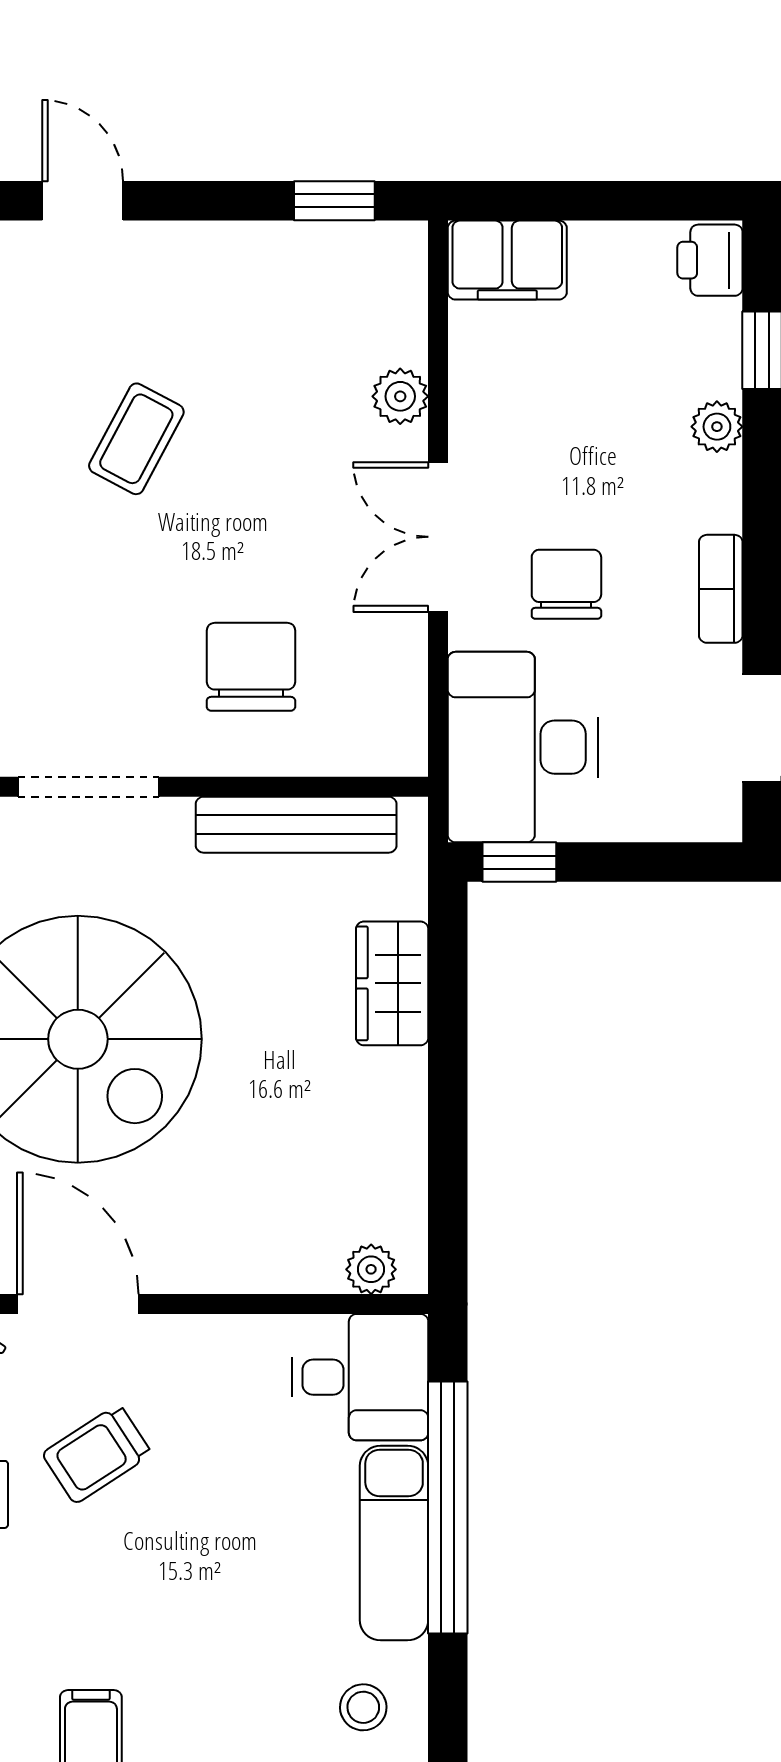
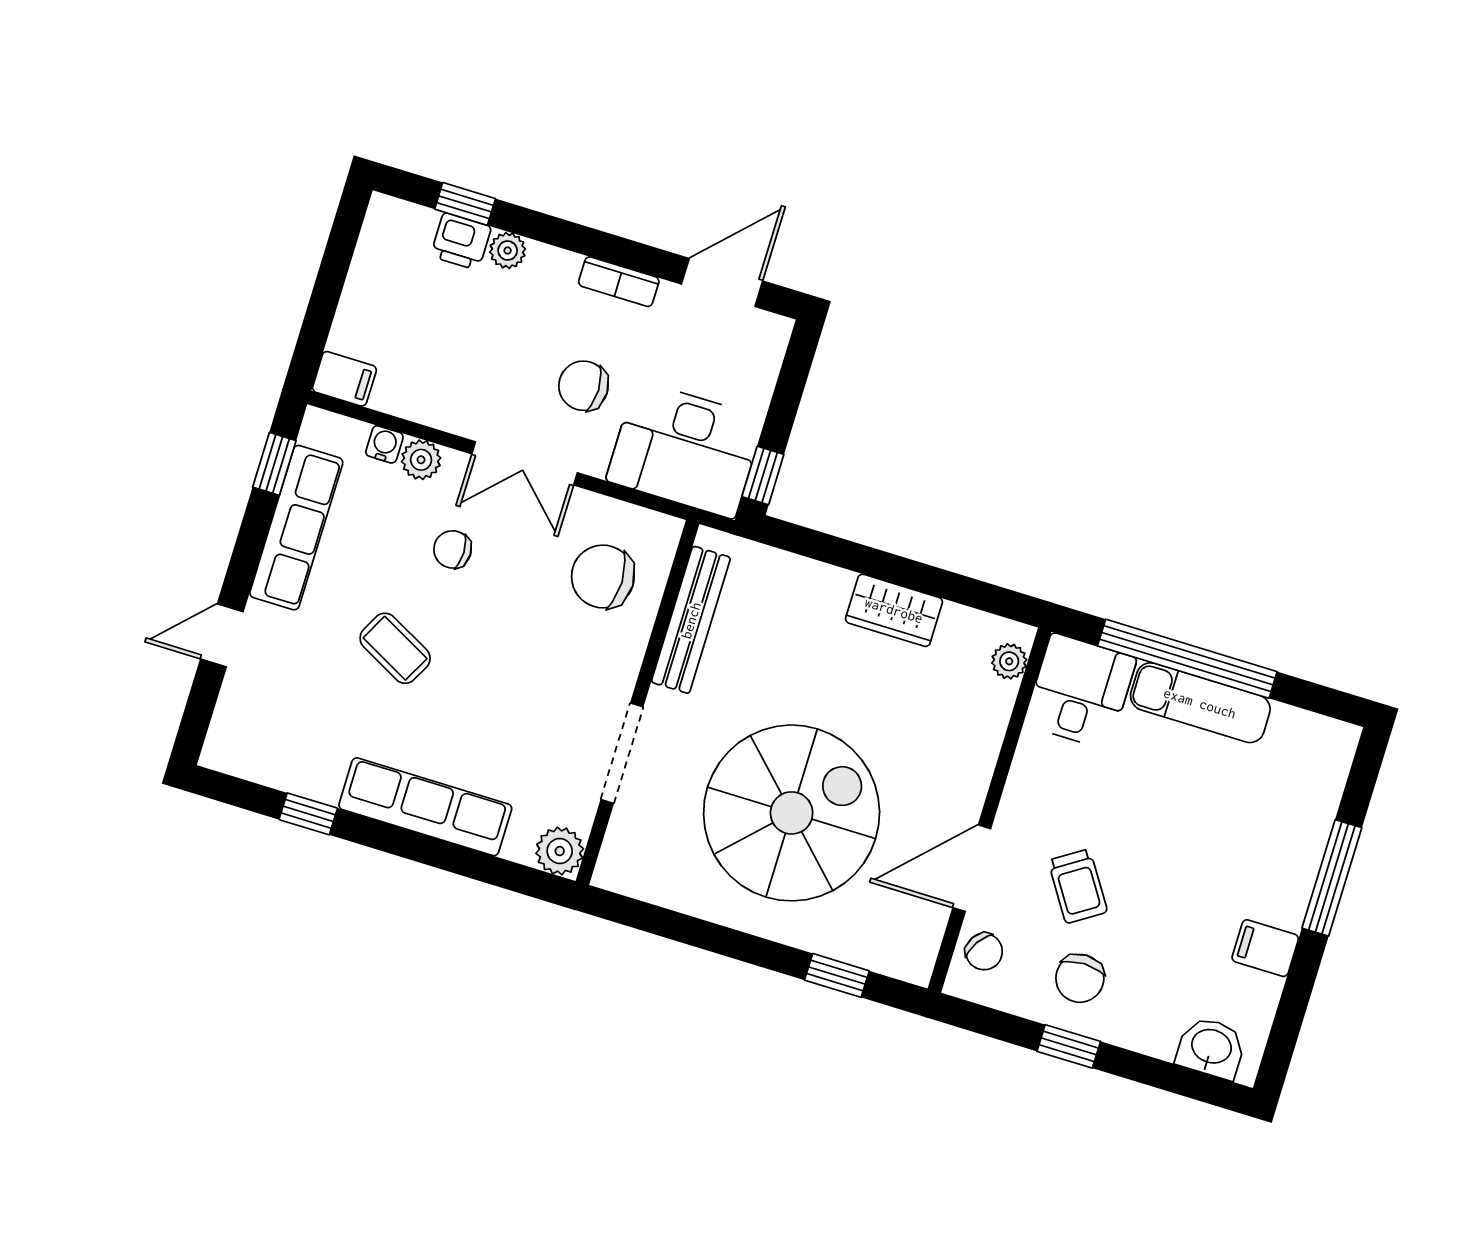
row of seats: (258, 257) -> (296, 528), added
filing cabinet: (507, 260) -> (344, 379), width x0.50
printer: (710, 260) -> (461, 241), moved
water cooler: (406, 341) -> (384, 444), added
chair: (293, 475) -> (452, 549), added
chair: (251, 667) -> (603, 576), moved
wardrobe: (392, 983) -> (894, 610), moved
stool: (363, 1707) -> (1306, 758), removed

